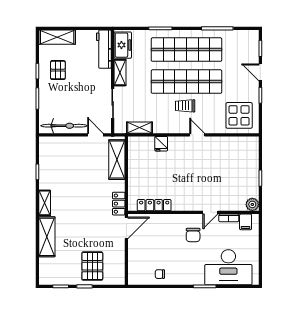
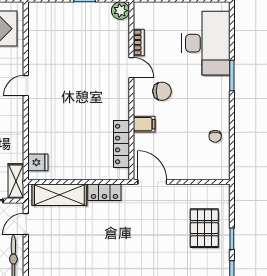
shelving: (139, 128) -> (16, 181), moved
fridge: (161, 144) -> (38, 162), moved
locker: (119, 204) -> (104, 192), moved
filing cabinet: (246, 222) -> (144, 124), moved
pallet: (92, 266) -> (204, 228), turned 90

